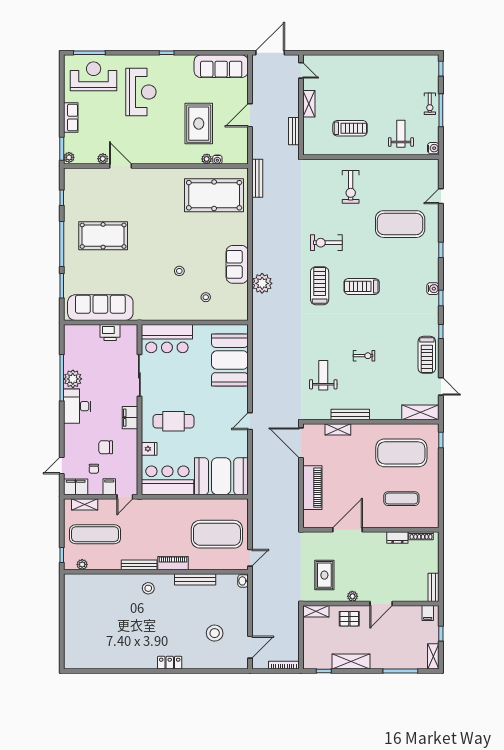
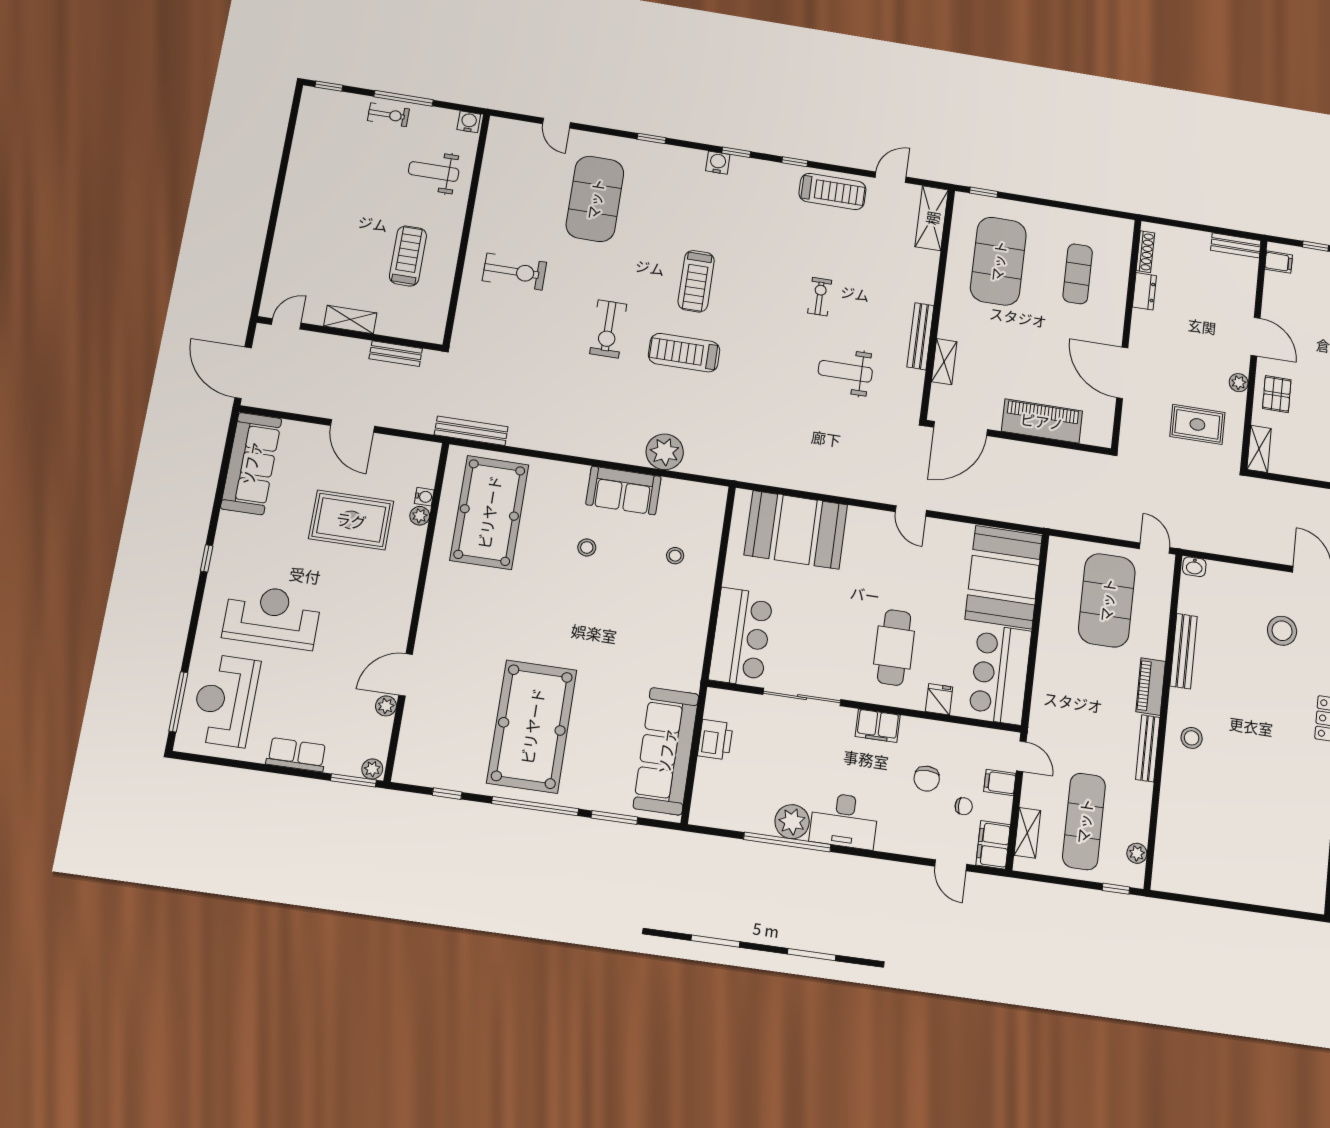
pool table: (103, 236) -> (532, 726), width x1.36, depth x1.32
stool: (179, 271) -> (587, 547), moved

